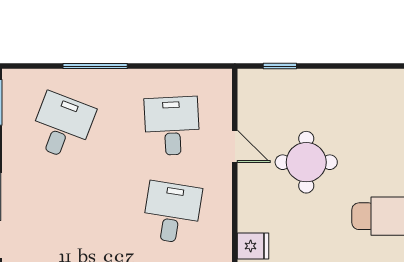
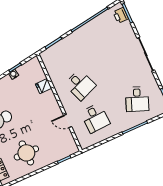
round table: (306, 162) -> (26, 153), moved
desk: (172, 213) -> (80, 85), turned -30

